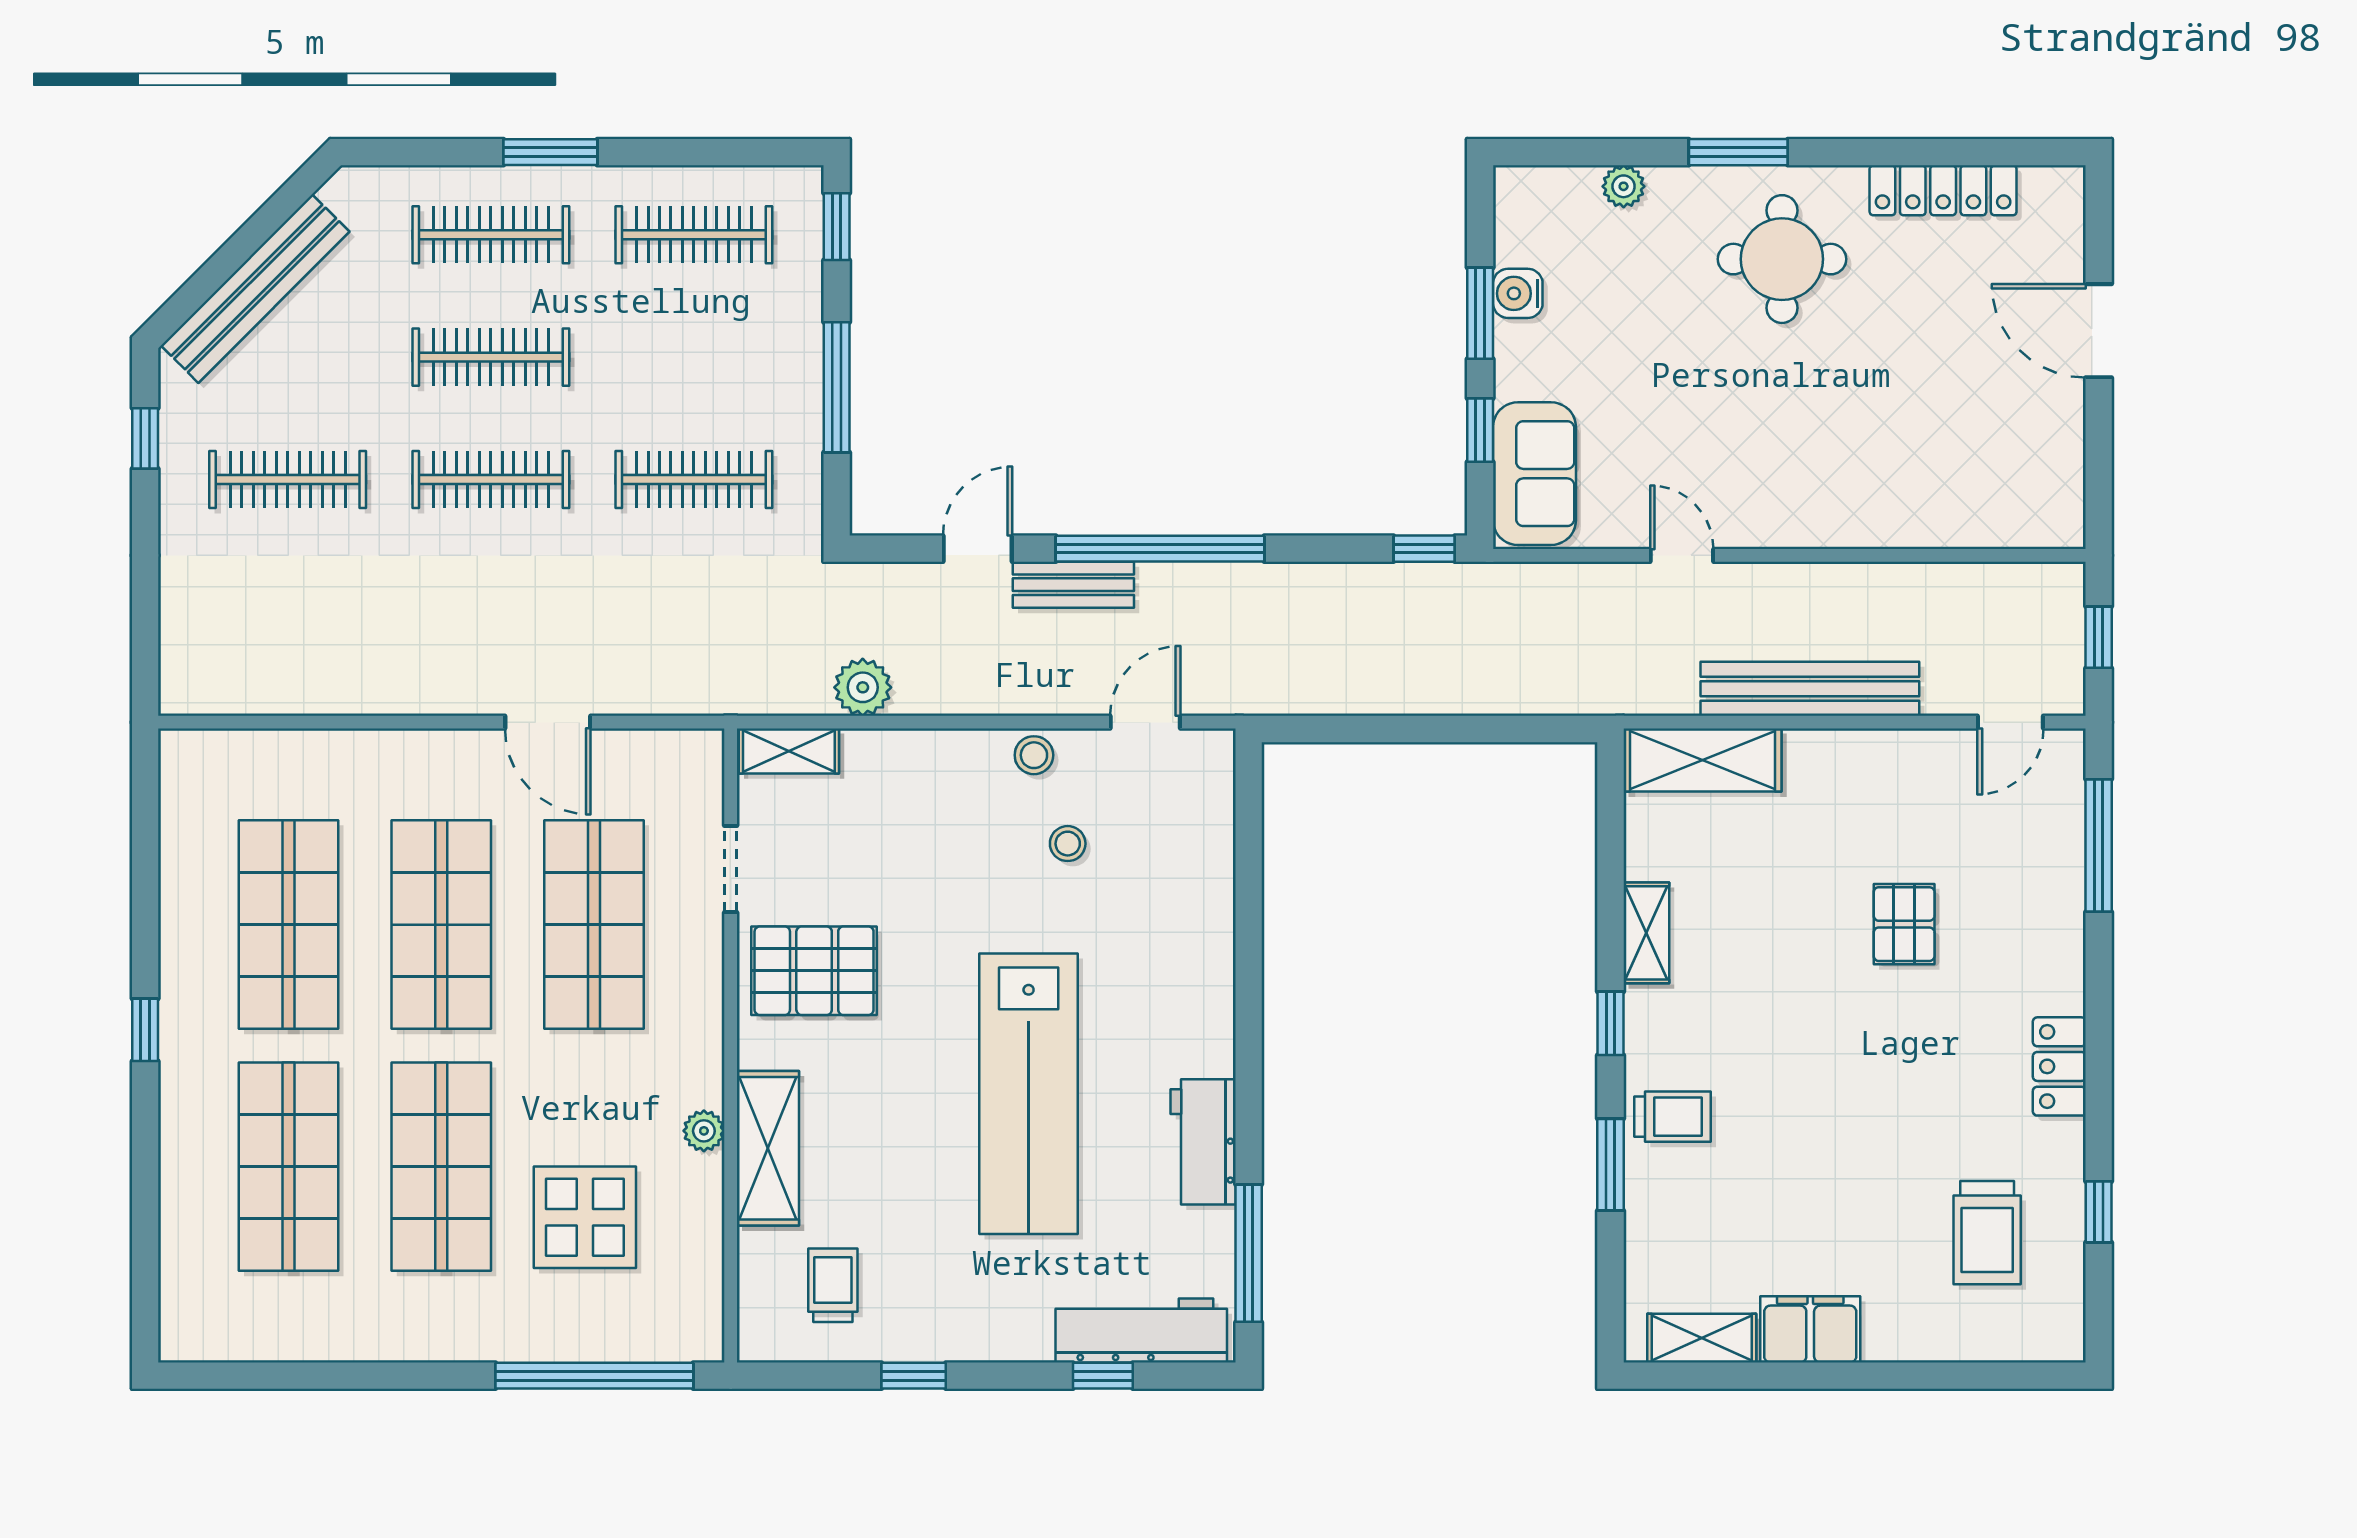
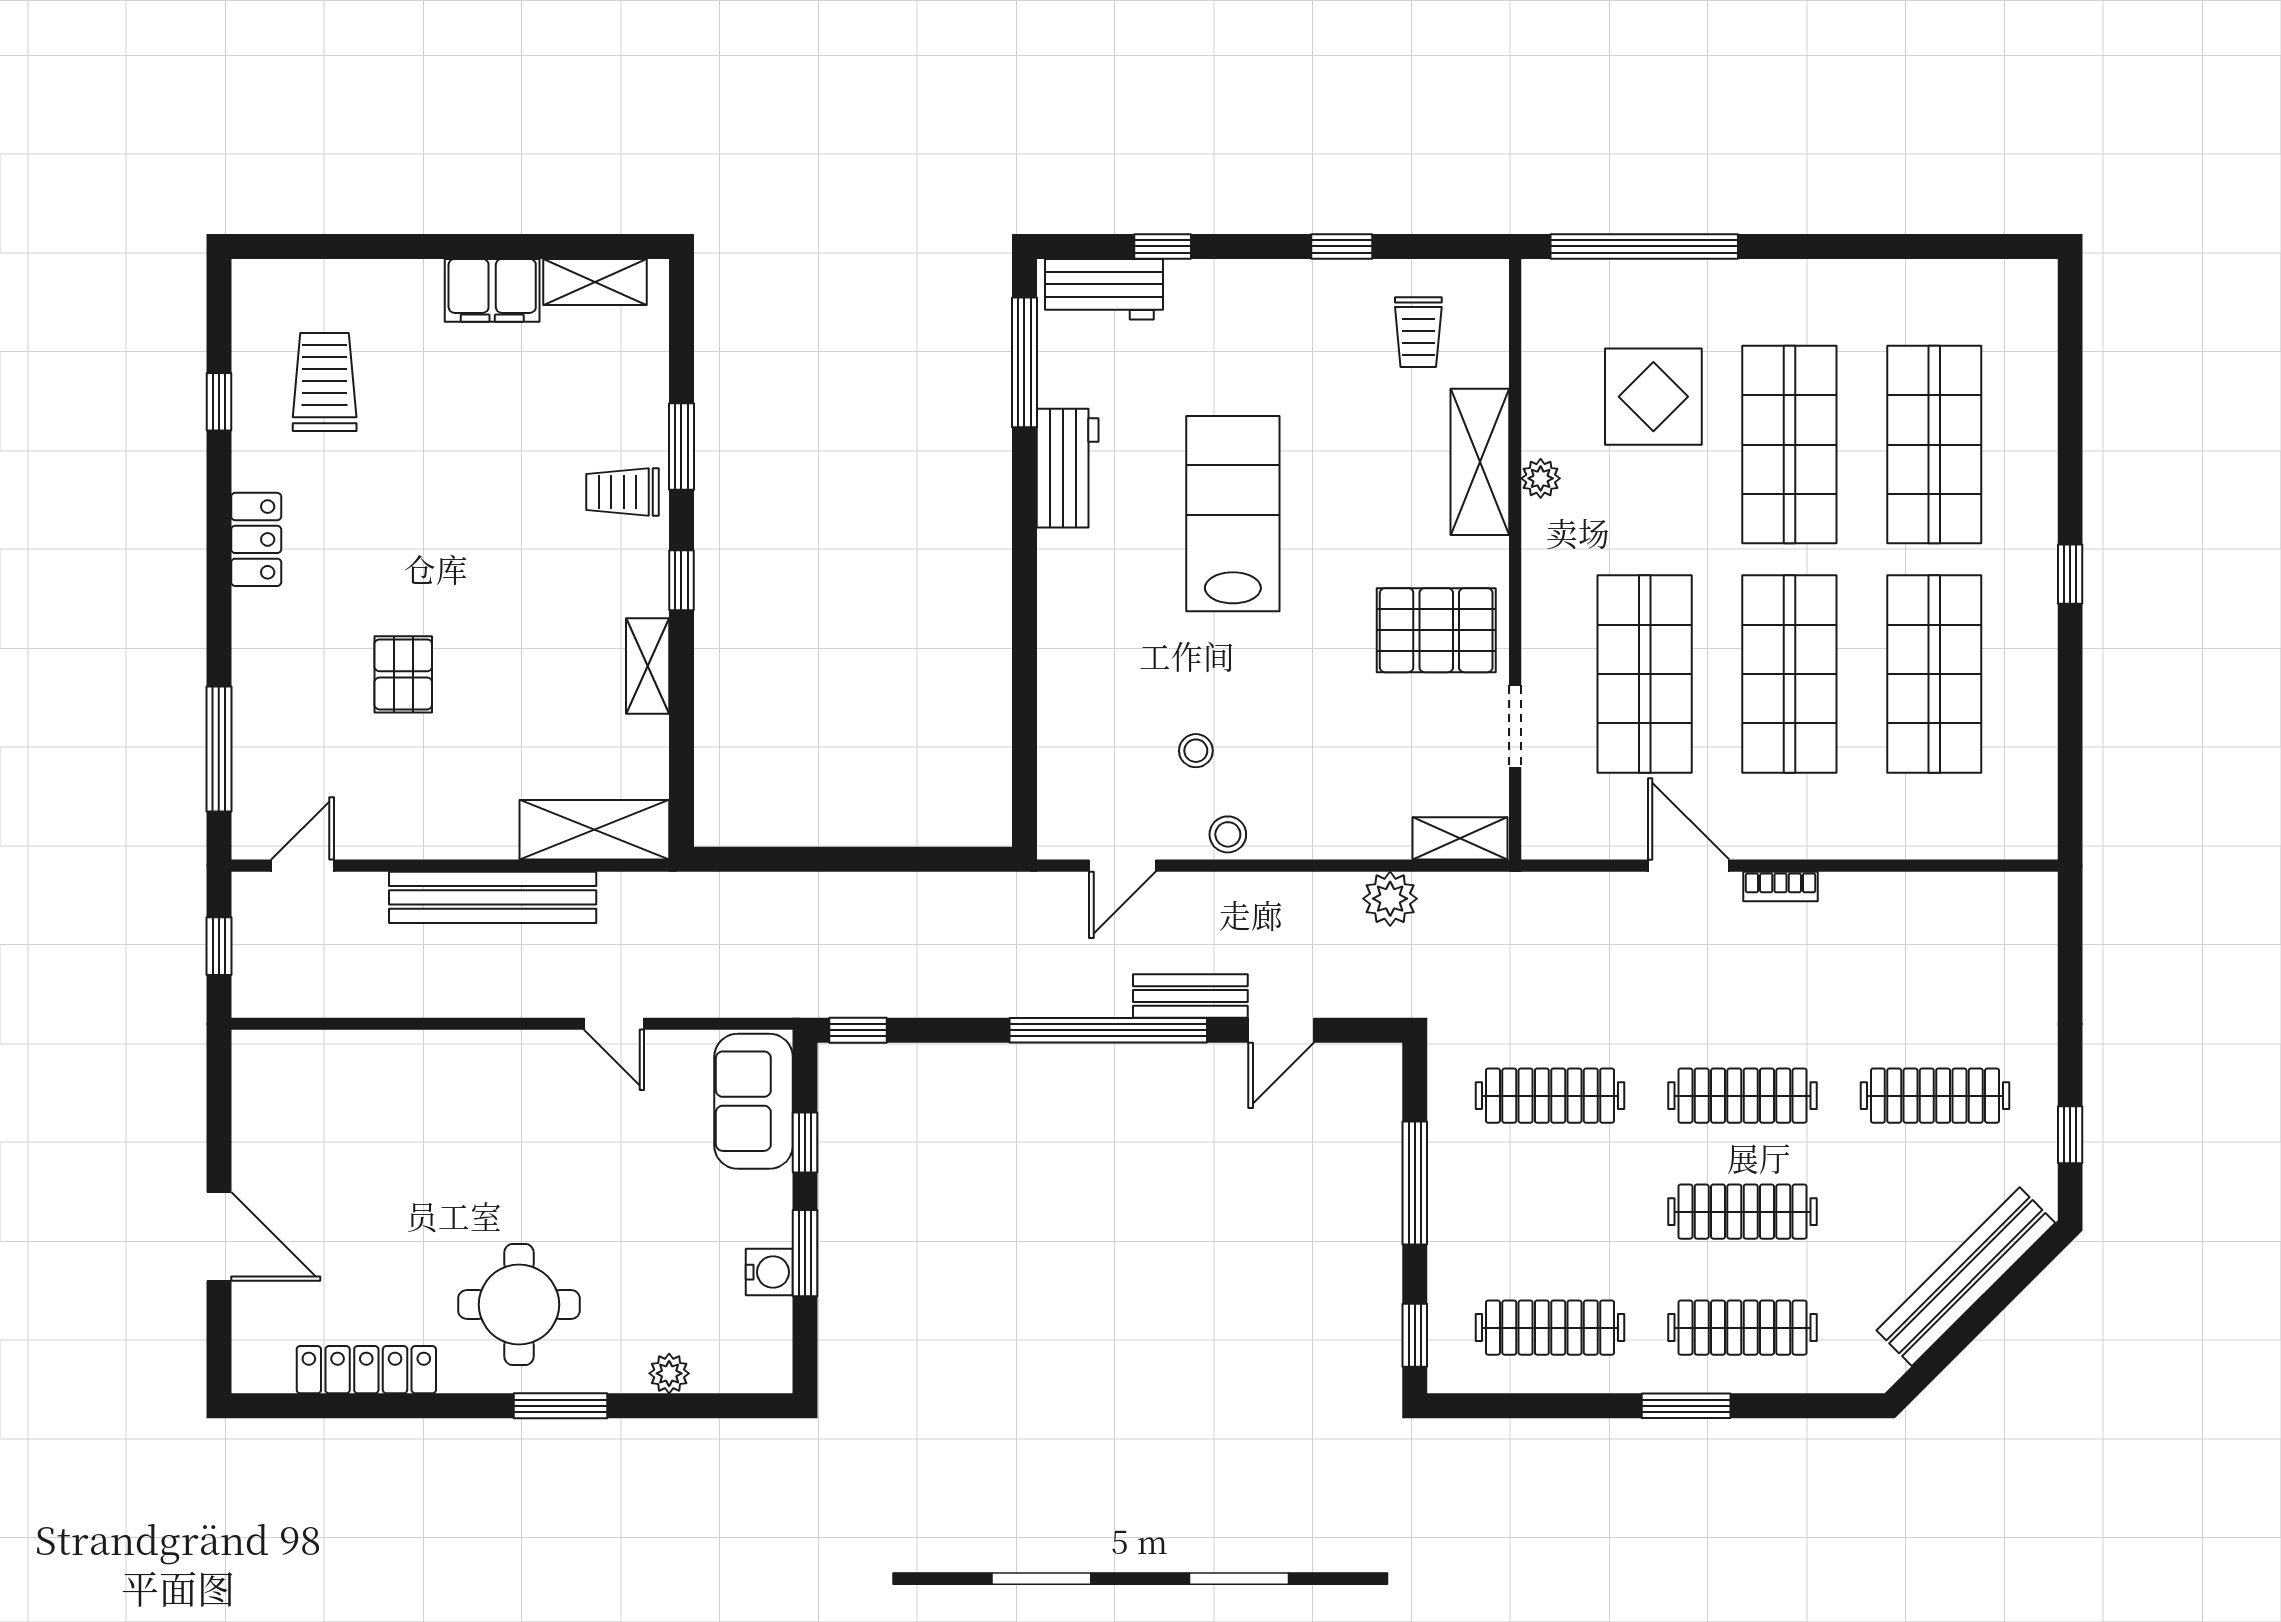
bookcase: (451, 700) -> (1780, 886), added
lab bench: (1029, 1094) -> (1233, 514), width x0.73
workbench: (1141, 1330) -> (1104, 289), width x0.73

